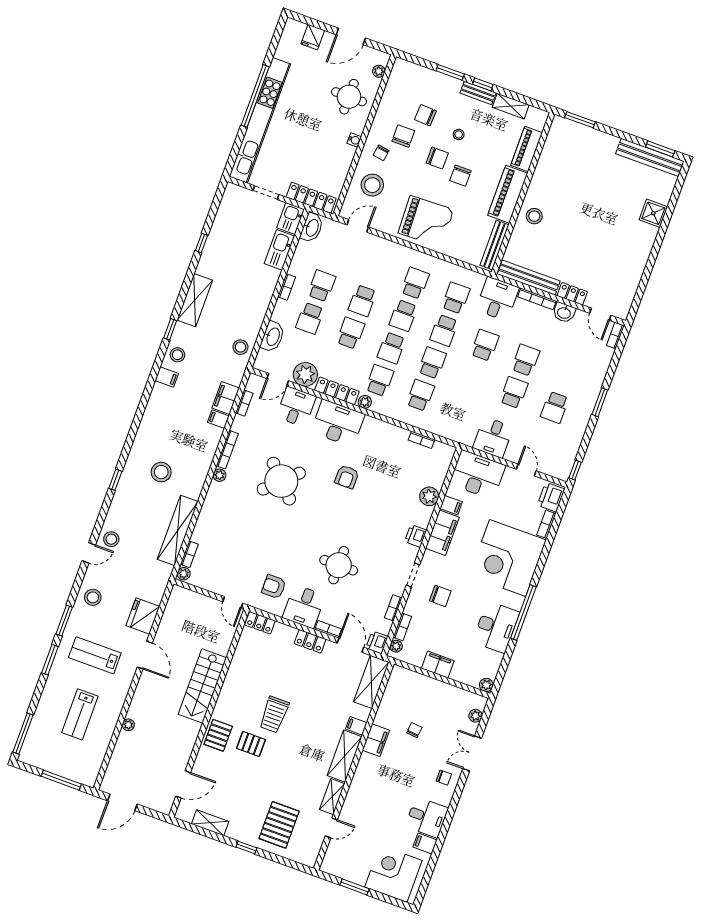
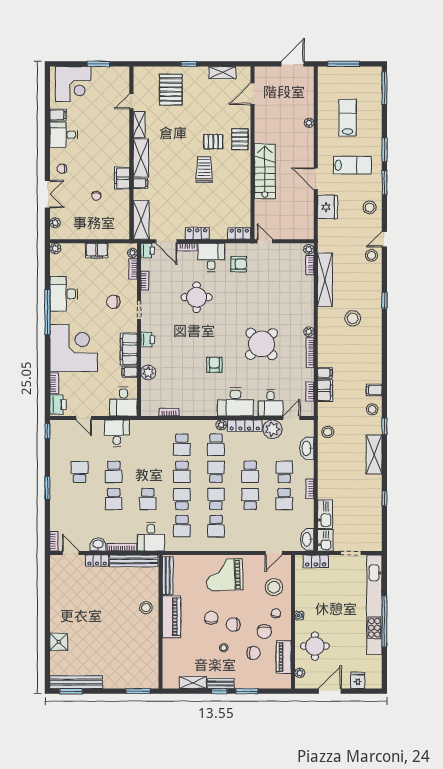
piano: (527, 149) -> (284, 657), moved, turned 180
locker: (311, 198) -> (316, 561), width x0.66
desk: (477, 475) -> (123, 401), width x0.73

